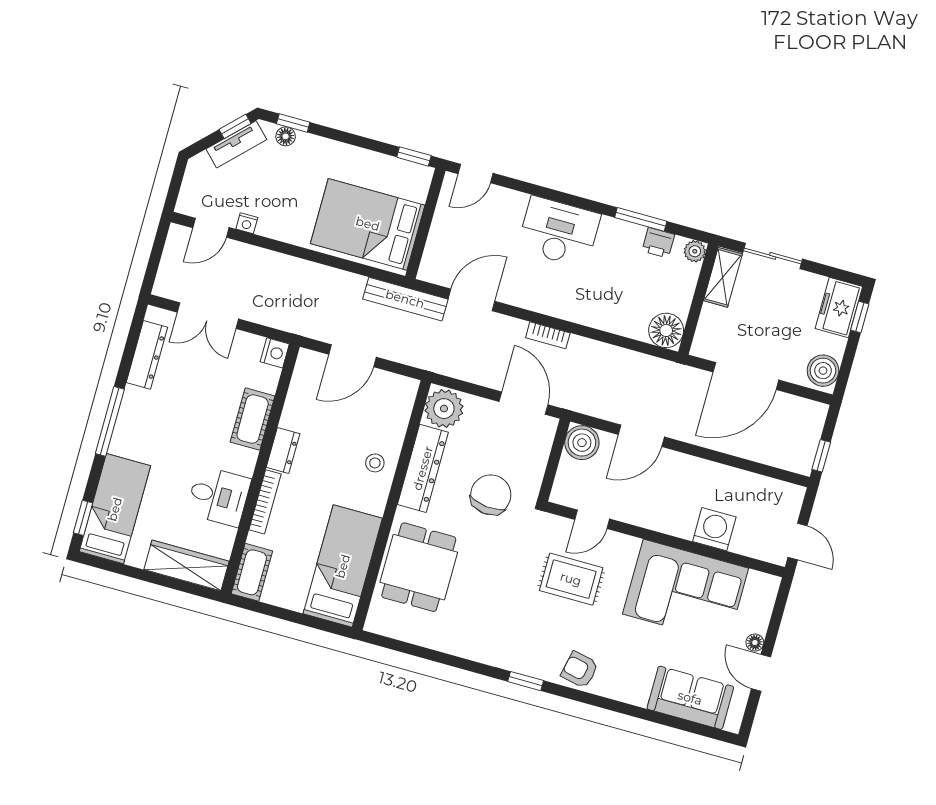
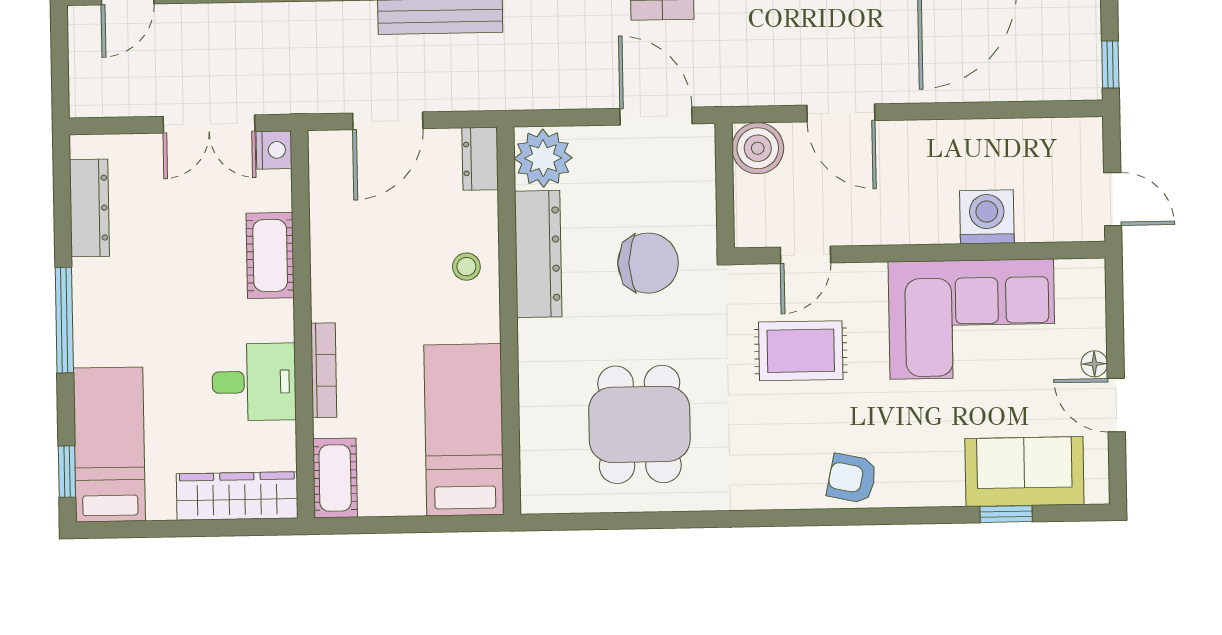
double door: (208, 316) -> (209, 124), moved
door: (641, 436) -> (841, 113), hinge flipped
dresser: (283, 451) -> (480, 159), moved, turned 180
chair: (491, 495) -> (648, 263), turned 84
dining table: (419, 567) -> (639, 424), moved
window: (526, 681) -> (1006, 514), moved

